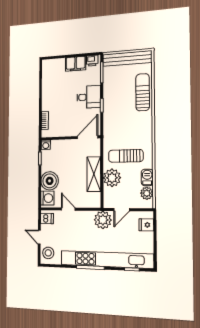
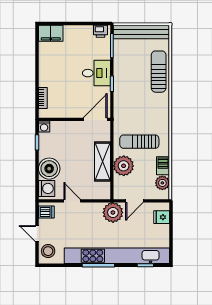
filing cabinet: (76, 64) -> (51, 33), moved

